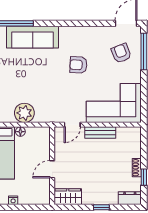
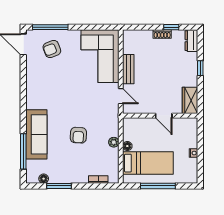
armchair: (78, 65) -> (78, 135), moved
plant: (24, 113) -> (114, 142), width x0.53, depth x0.53

